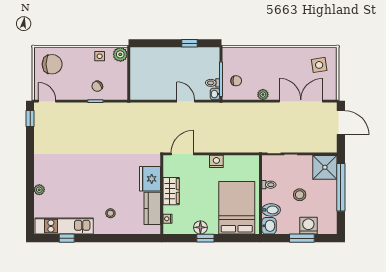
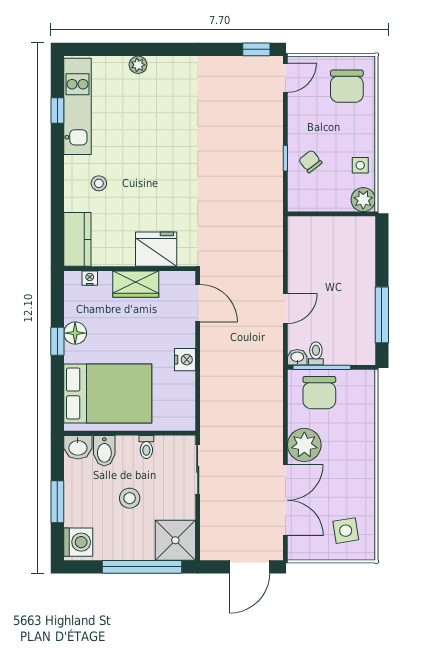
window: (190, 43) -> (382, 315), width x2.17
chair: (236, 81) -> (319, 393), width x1.87, depth x1.87
plant: (263, 95) -> (304, 445), width x1.88, depth x1.88
kitchen counter: (152, 208) -> (77, 239), moved, turned 90
washing machine: (308, 226) -> (78, 542), moved

